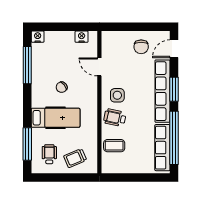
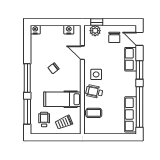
window: (118, 27) -> (97, 22), added
plant: (116, 38) -> (95, 31), added
door: (174, 49) -> (139, 39), hinge flipped
window: (27, 65) -> (27, 78), moved
row of seats: (163, 91) -> (131, 59), width x0.50
hospital bed: (56, 118) -> (62, 99), moved, turned 180

